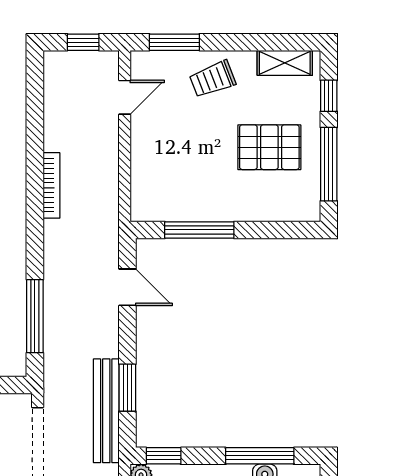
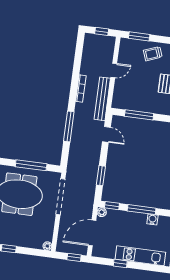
door: (125, 97) -> (114, 70), moved
window: (35, 316) -> (69, 126), moved
bench: (106, 411) -> (102, 99), moved
window: (260, 456) -> (142, 210), moved

